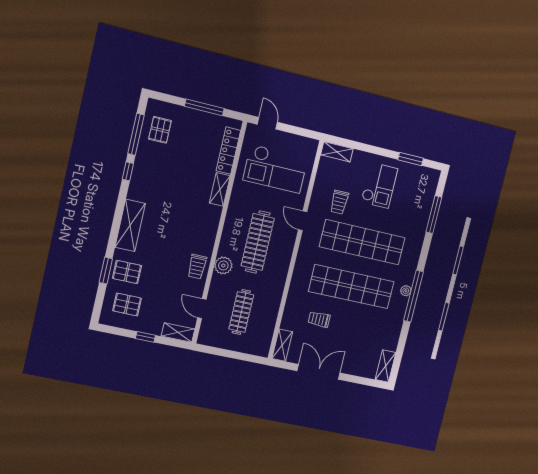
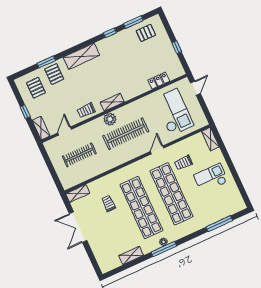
window: (204, 107) -> (177, 47), width x0.46
window: (136, 134) -> (133, 22), width x0.69
locker: (228, 151) -> (159, 81), width x0.66
window: (411, 159) -> (240, 185), removed
checkout: (275, 169) -> (174, 112), turned 180
checkout: (379, 185) -> (211, 178), turned 180
shelving: (220, 189) -> (112, 102), moved
plant: (223, 265) -> (110, 119), moved
window: (413, 296) -> (164, 249), width x0.68
shelving: (385, 366) -> (131, 255), moved
double door: (319, 372) -> (78, 227), swing flipped

